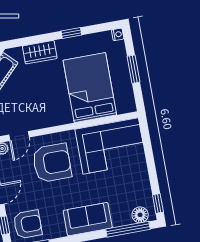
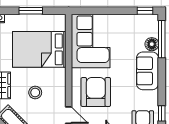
stool: (38, 92) -> (35, 93), added
floor lamp: (140, 215) -> (152, 44), moved

